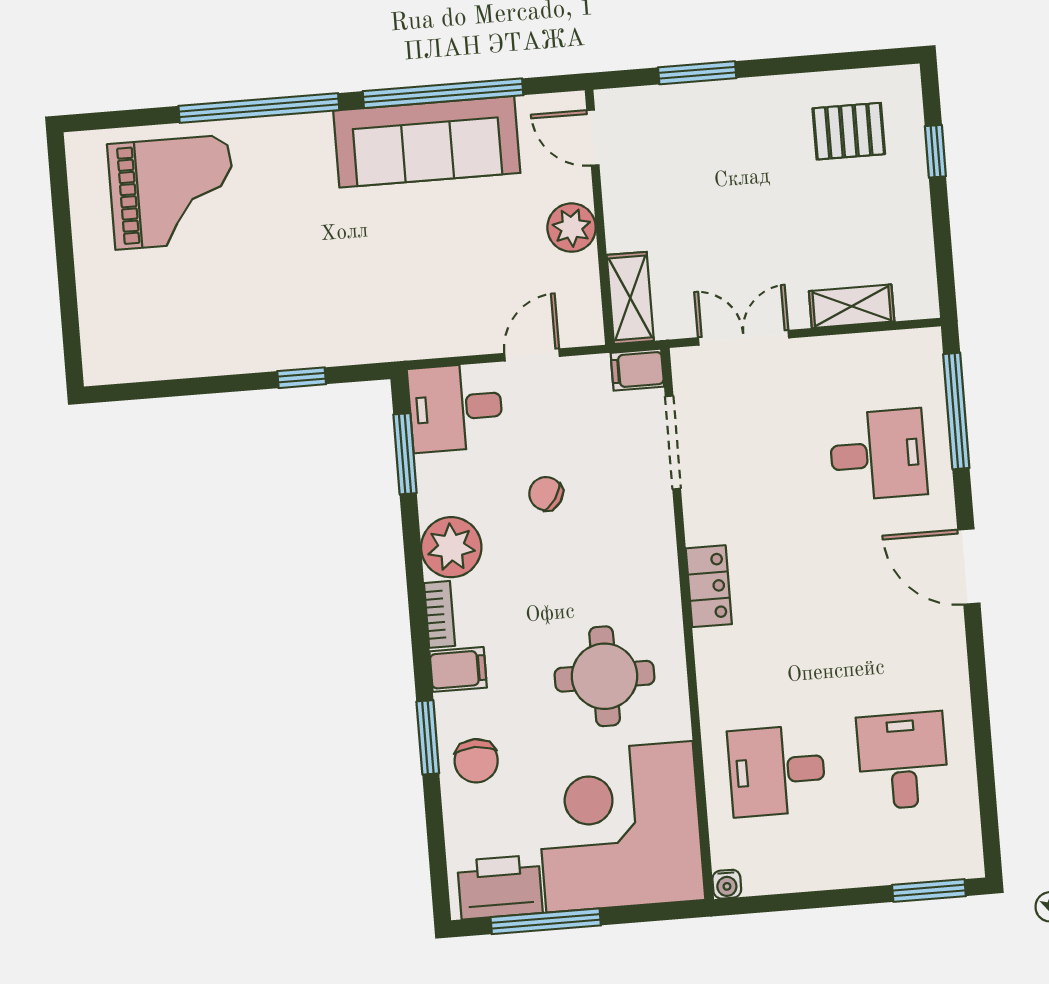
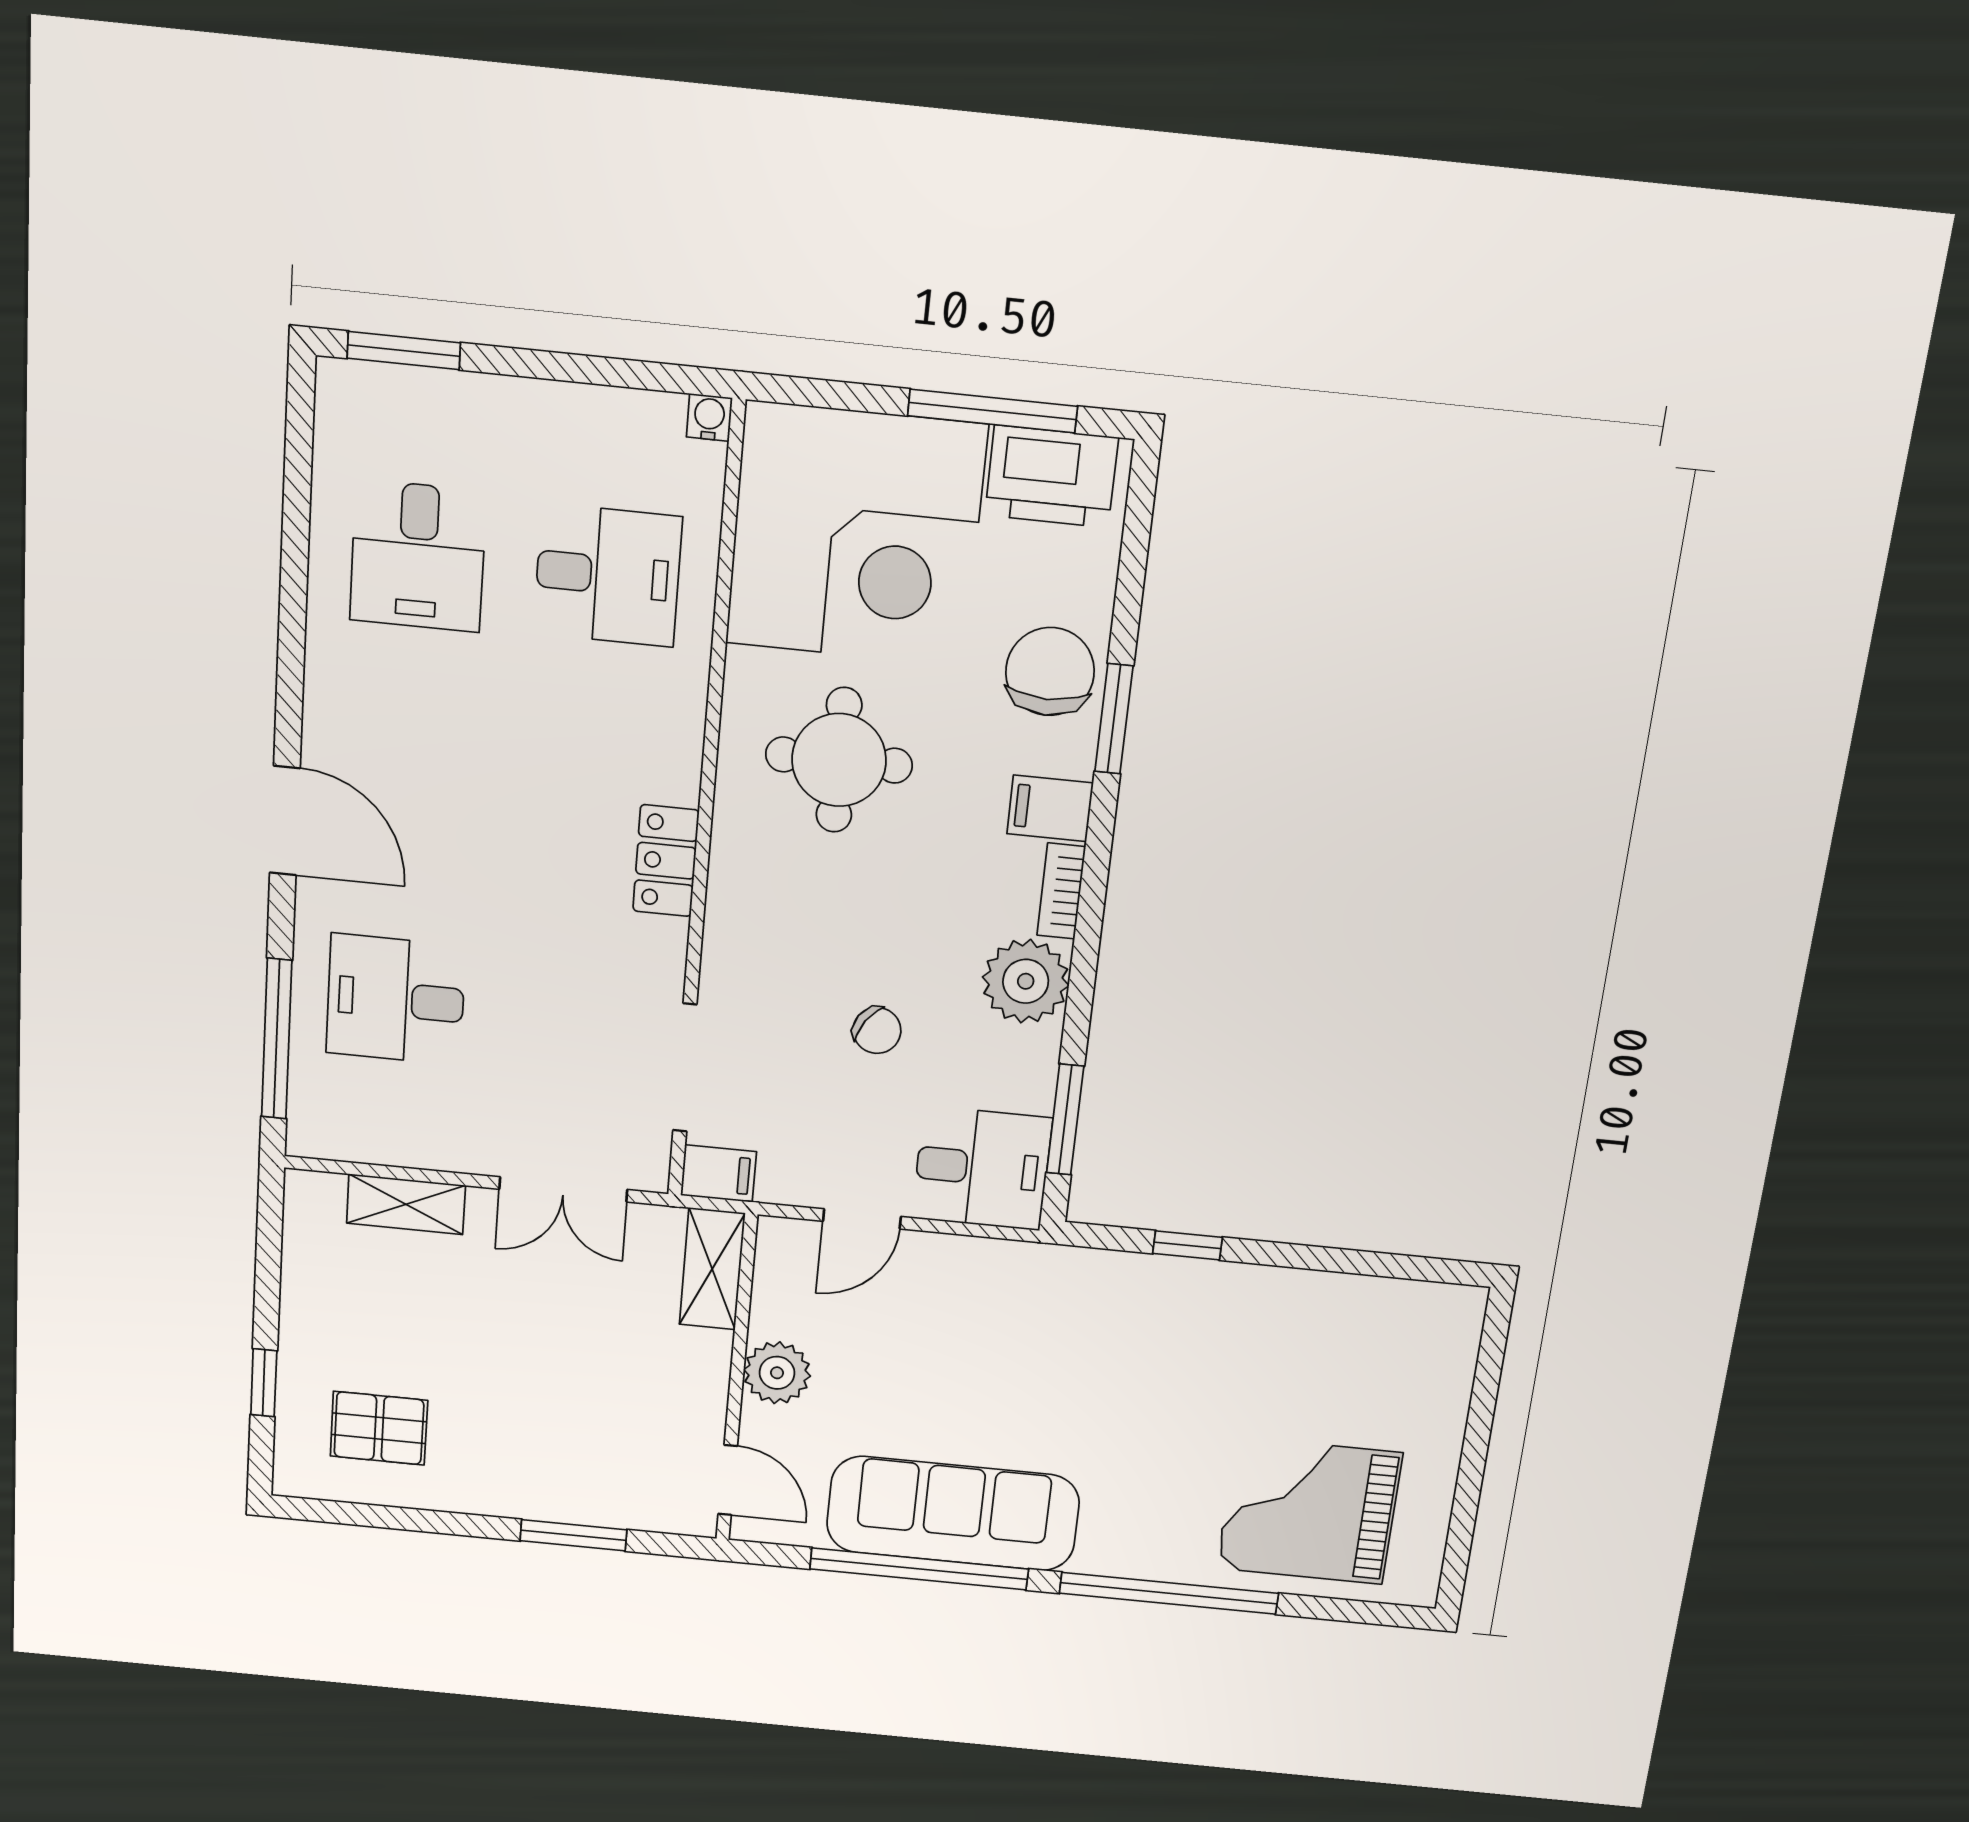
chair: (476, 761) -> (1050, 672), width x1.37, depth x1.37

